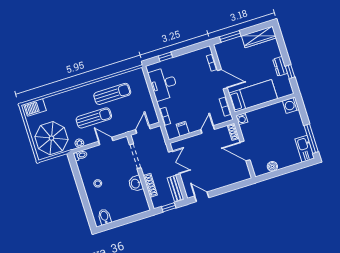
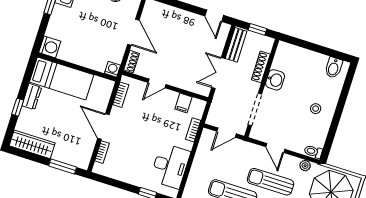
window: (290, 72) -> (18, 107), moved
bed: (253, 96) -> (62, 78), moved, turned 180

